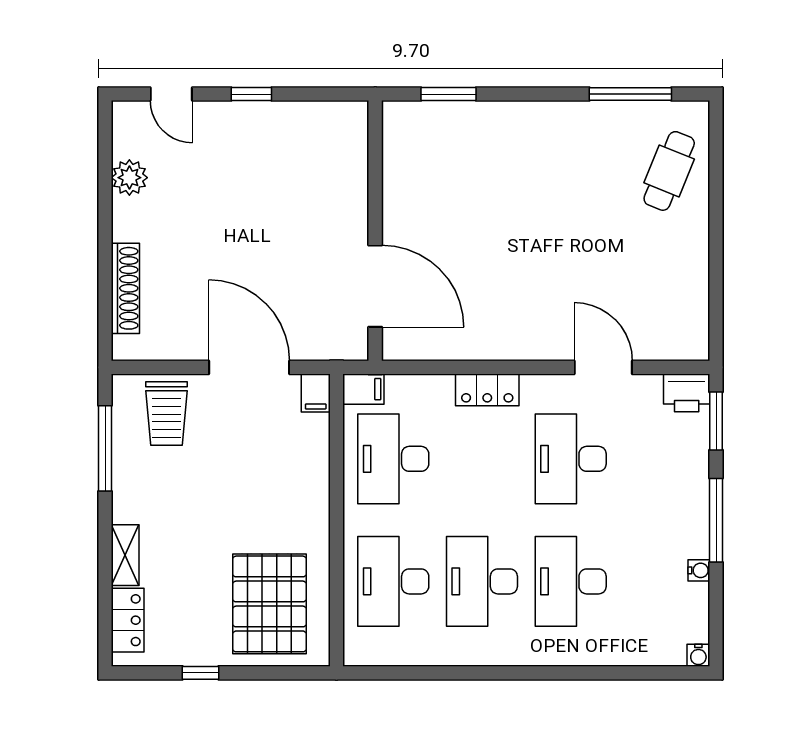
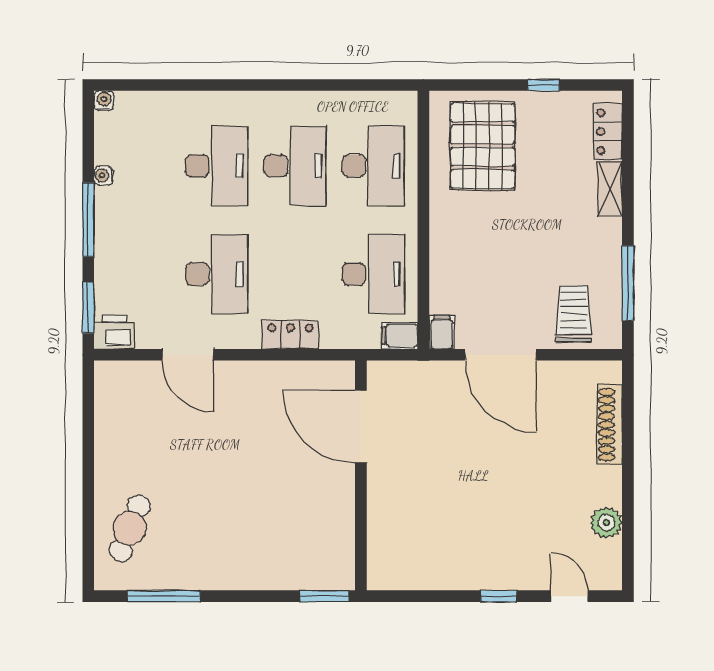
wall: (375, 231) -> (361, 475), moved
door: (375, 286) -> (361, 426), moved

